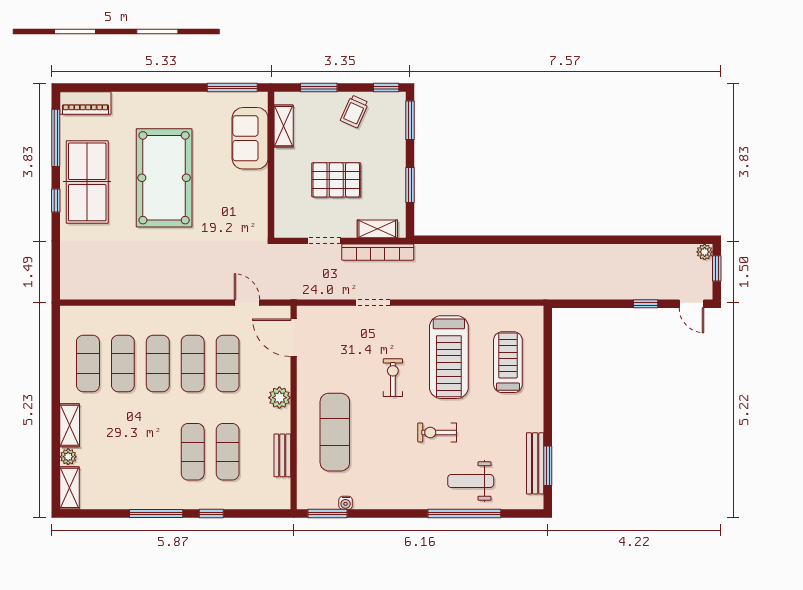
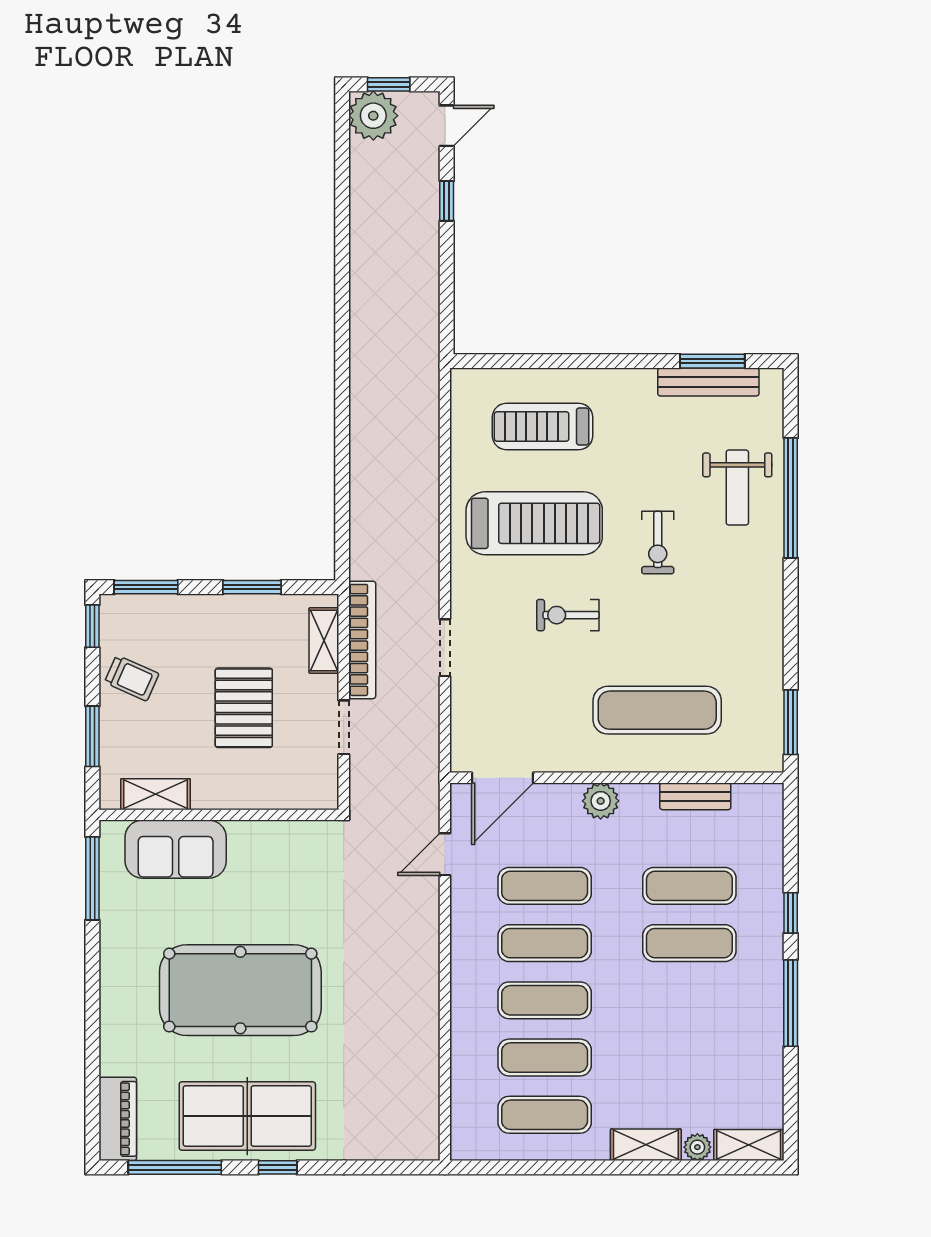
plant: (705, 252) -> (373, 116), width x1.88, depth x1.88
water cooler: (346, 503) -> (773, 693), removed

